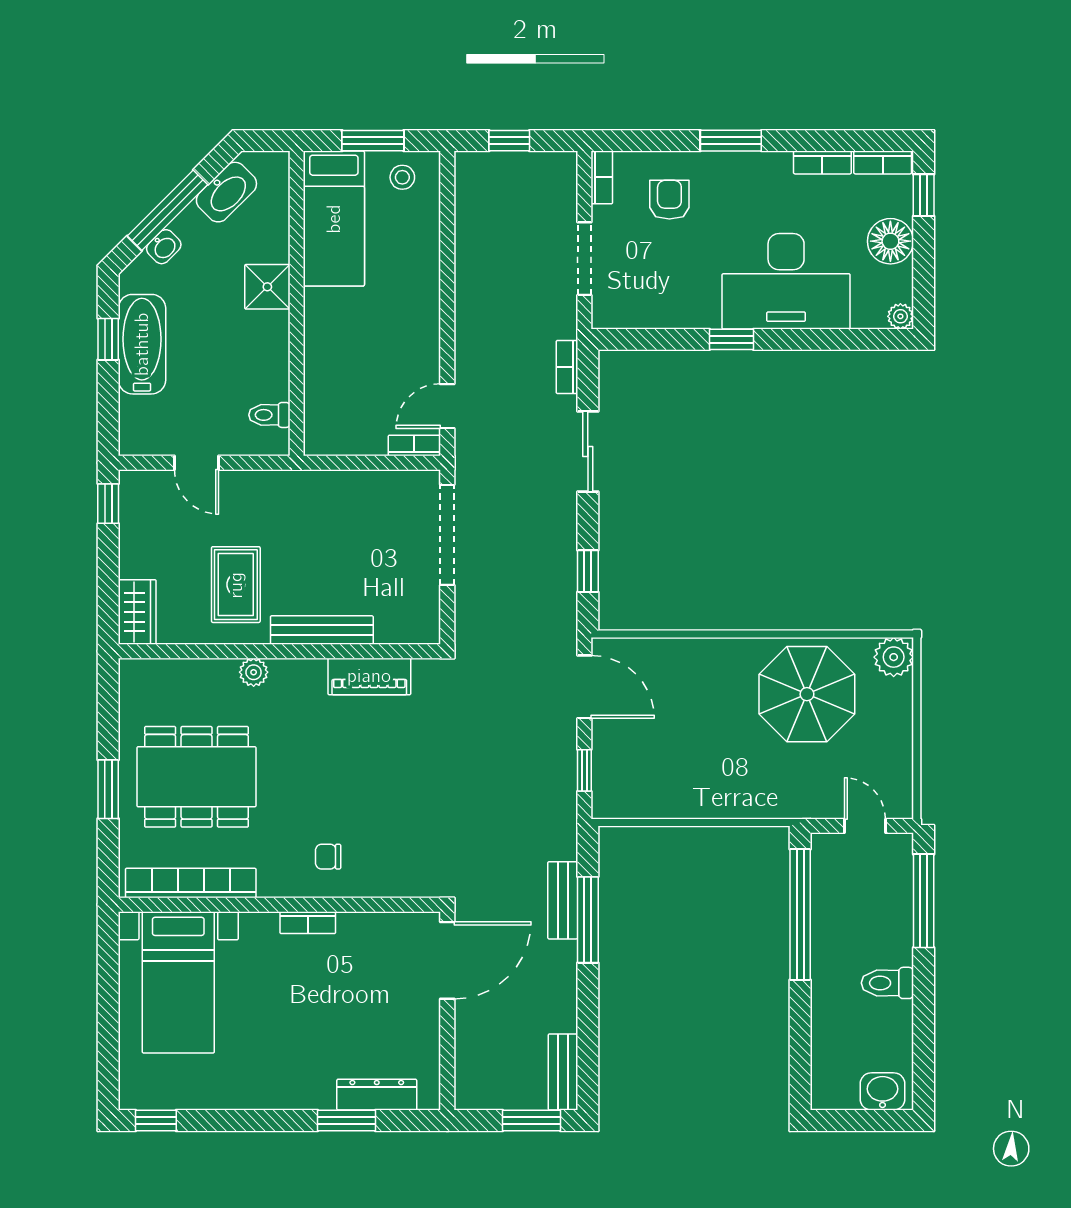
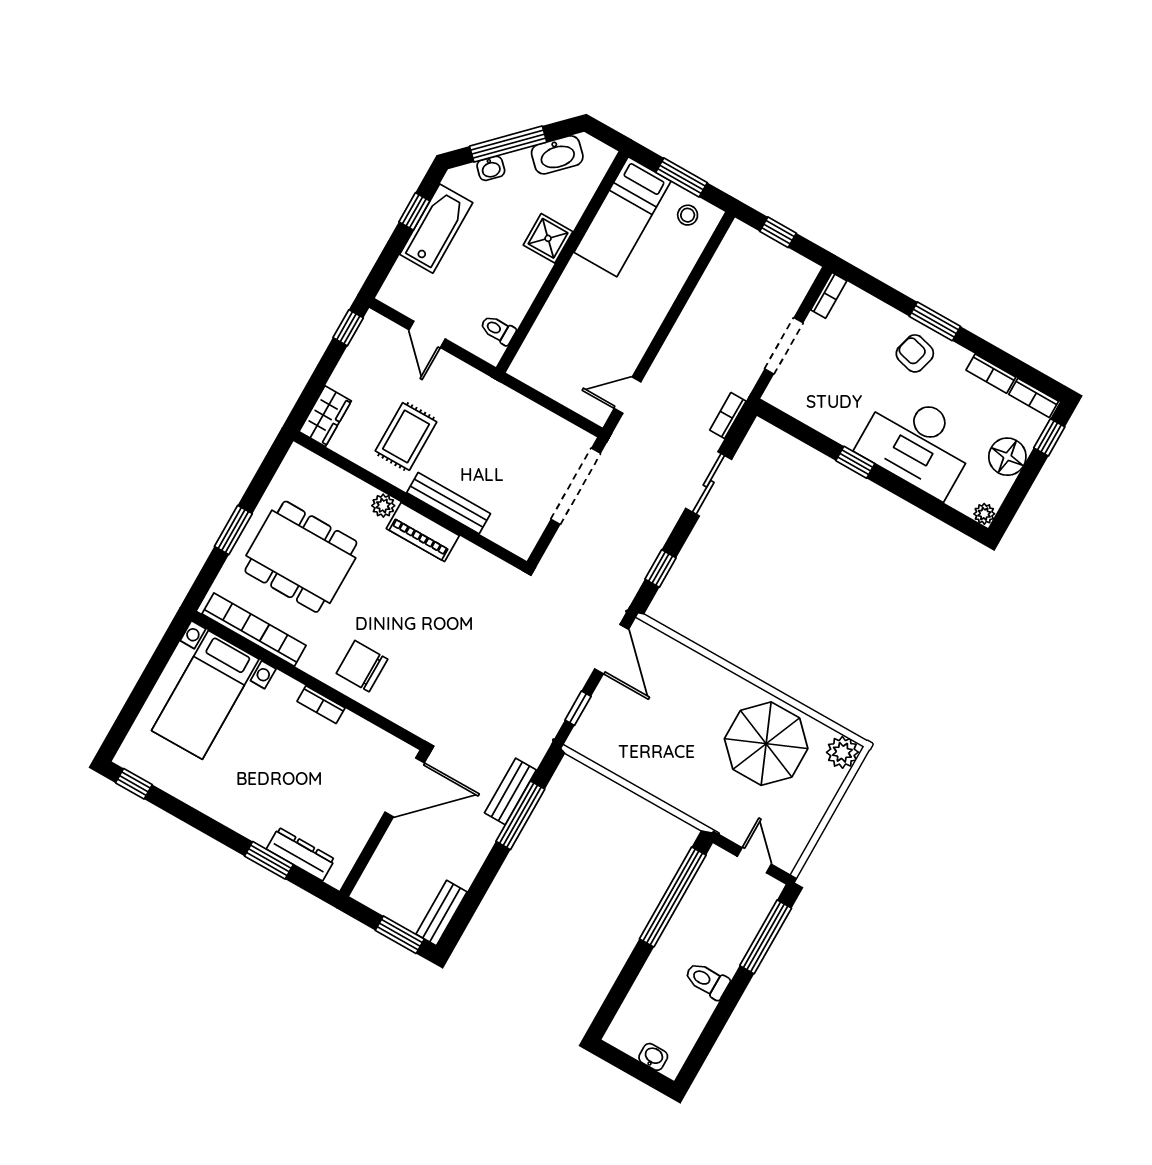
armchair: (669, 200) -> (915, 353), moved, turned -75
bookcase: (414, 445) -> (588, 410), removed
piano: (369, 676) -> (423, 532), moved
chair: (328, 857) -> (362, 666), width x1.87, depth x1.87
washbasin: (883, 1091) -> (653, 1057), width x0.72, depth x0.69

